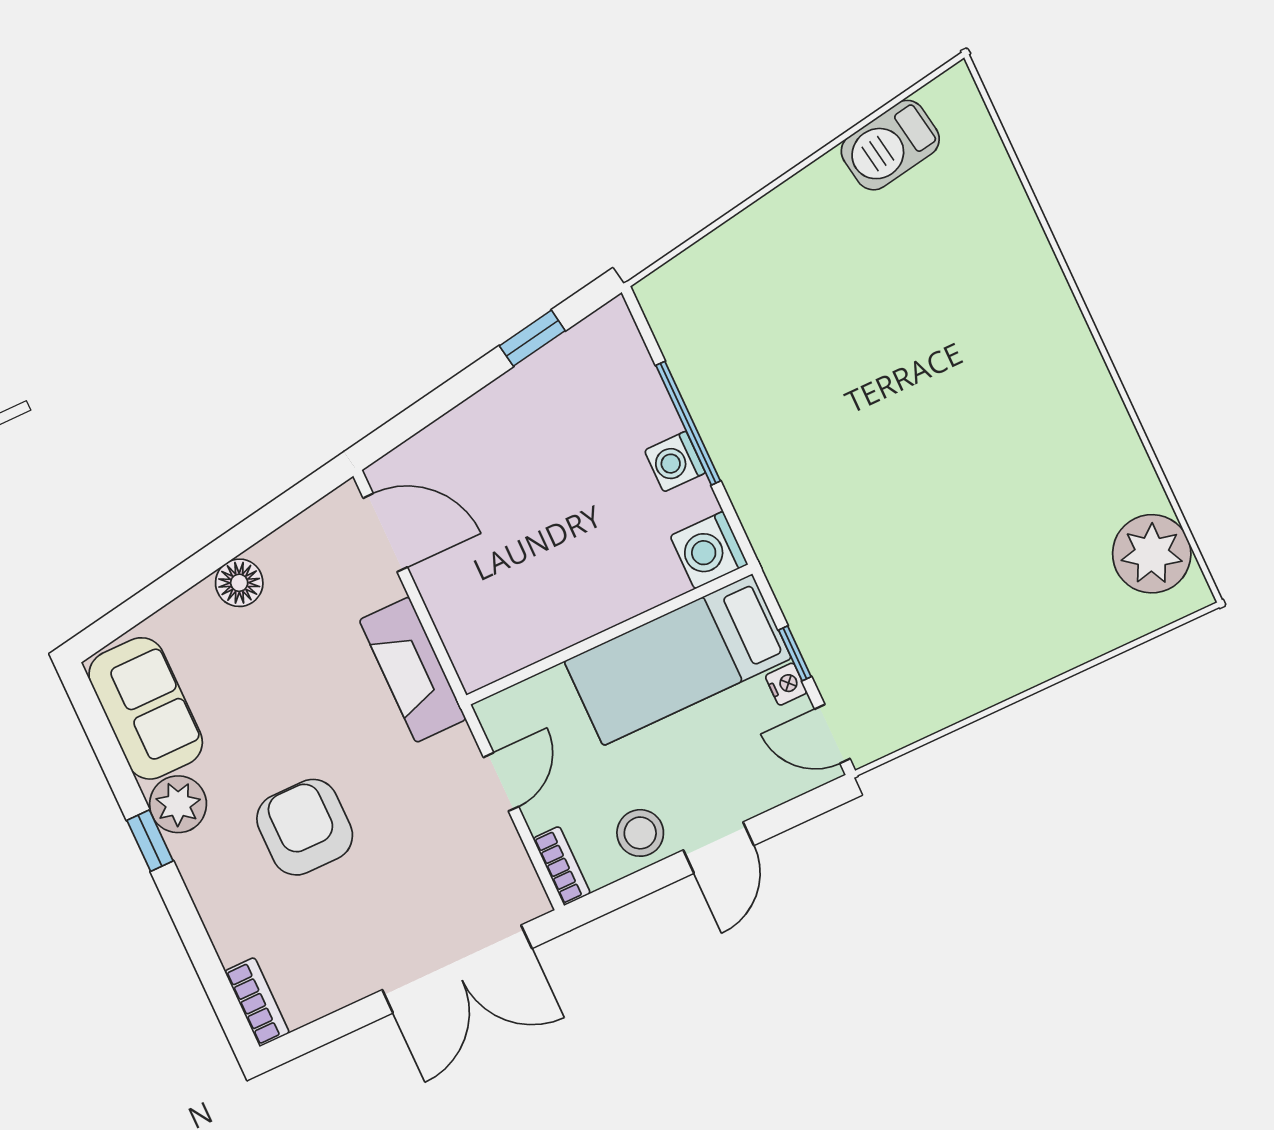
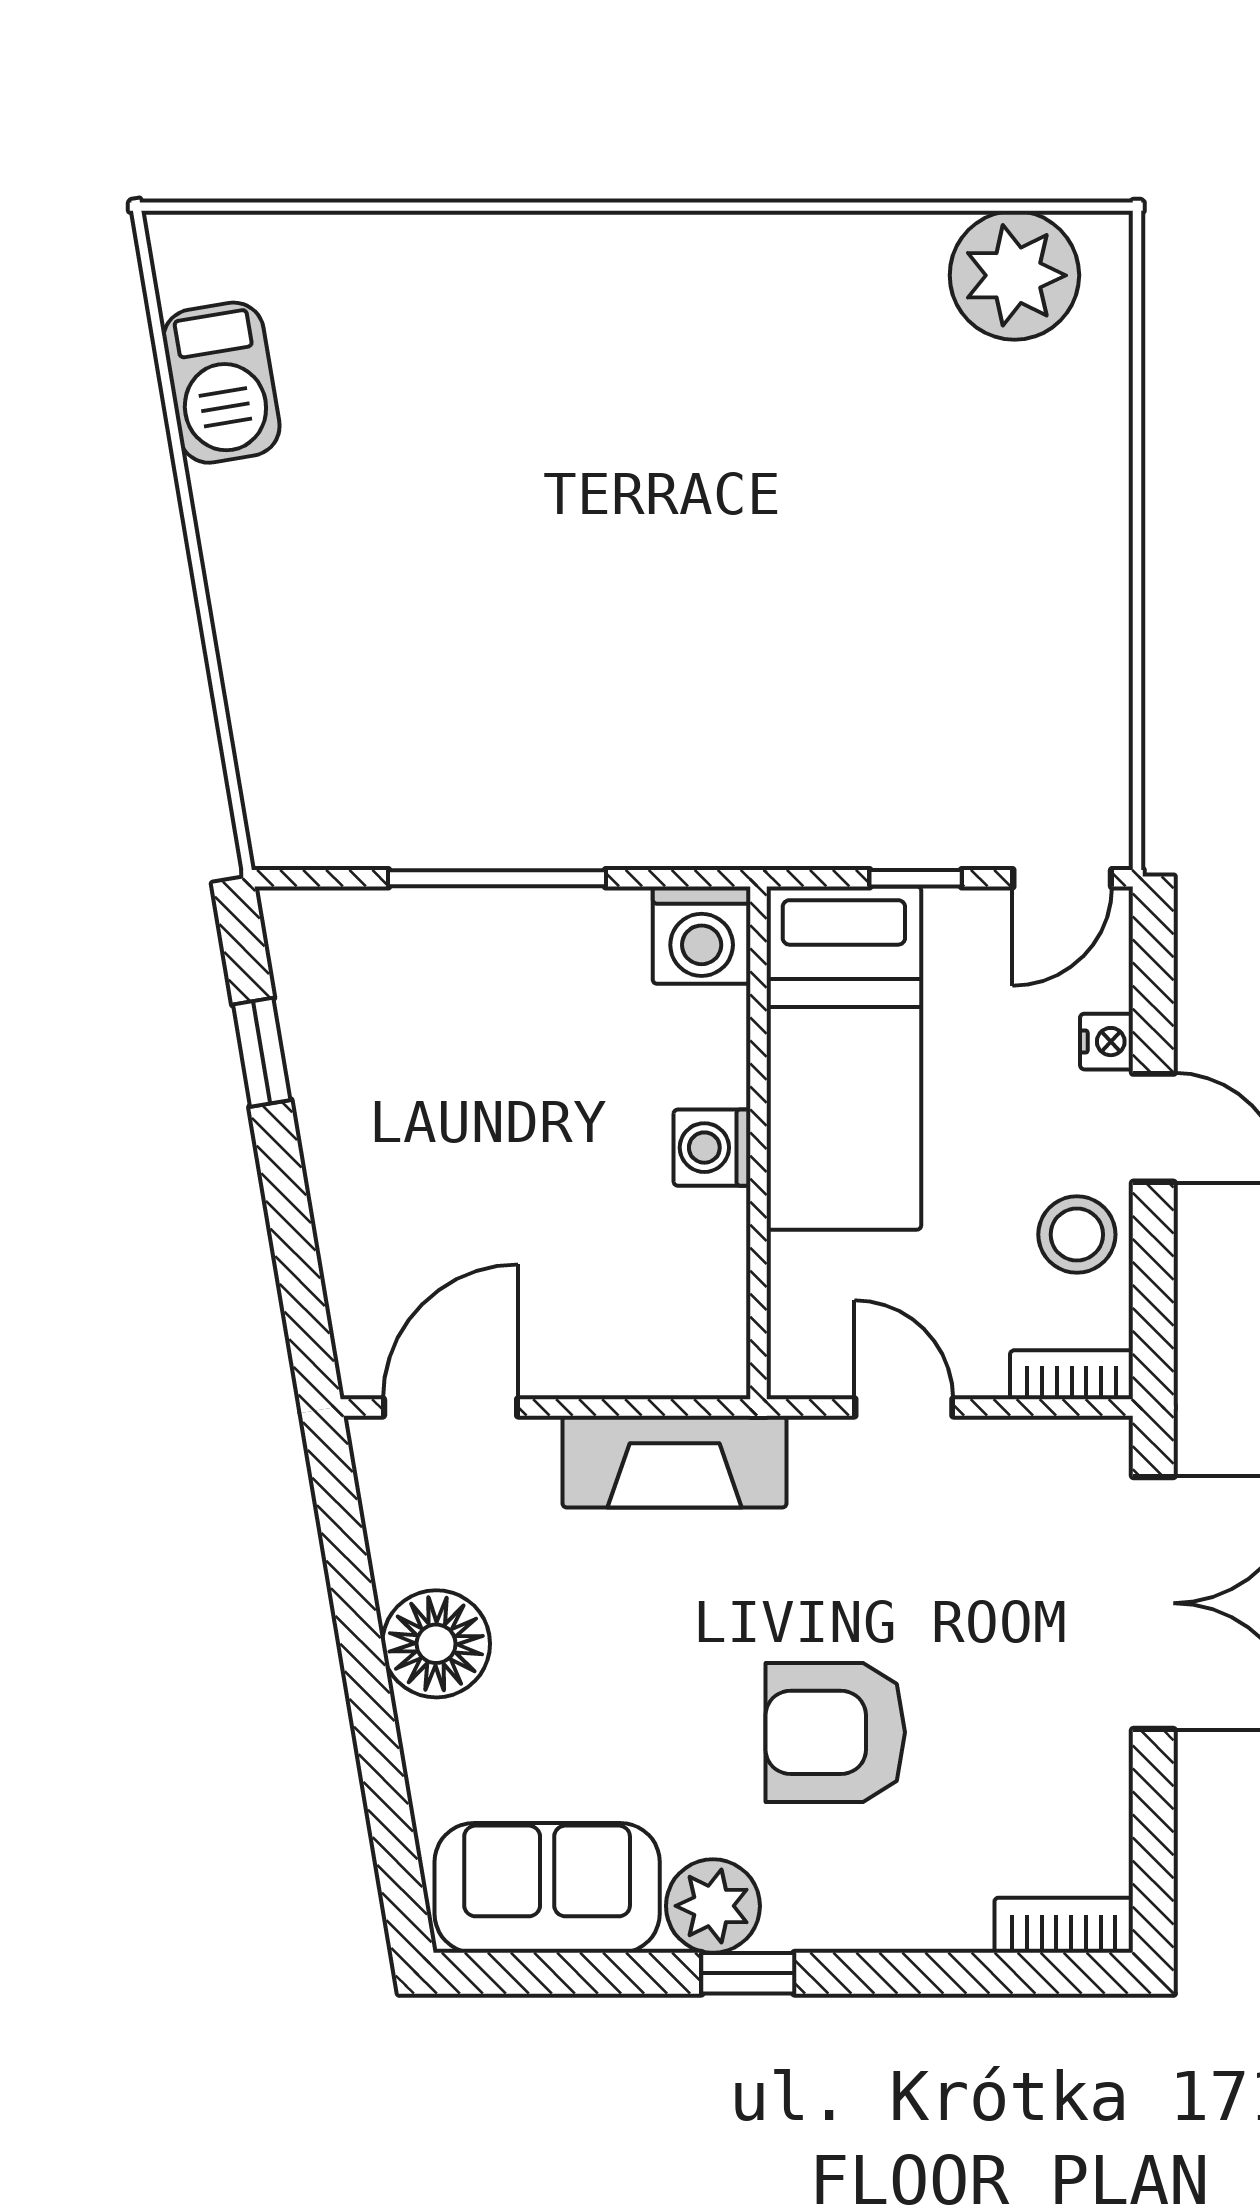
washing machine: (675, 462) -> (712, 1148), moved, turned 90
floor lamp: (239, 583) -> (436, 1644), width x1.38, depth x1.38
nightstand: (786, 684) -> (1107, 1042), moved, turned 90

